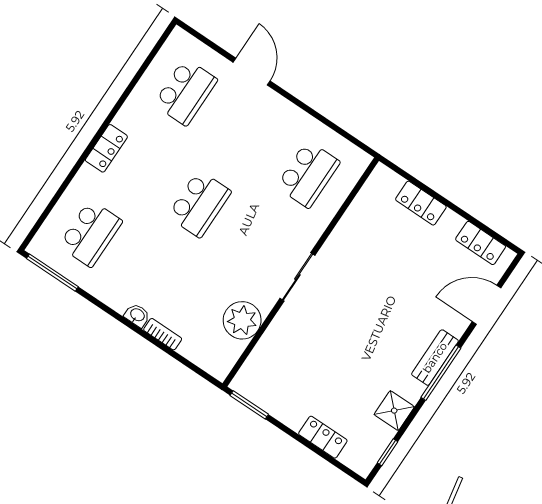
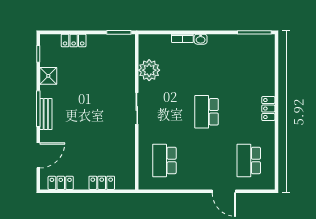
school desk: (91, 233) -> (249, 63), removed

